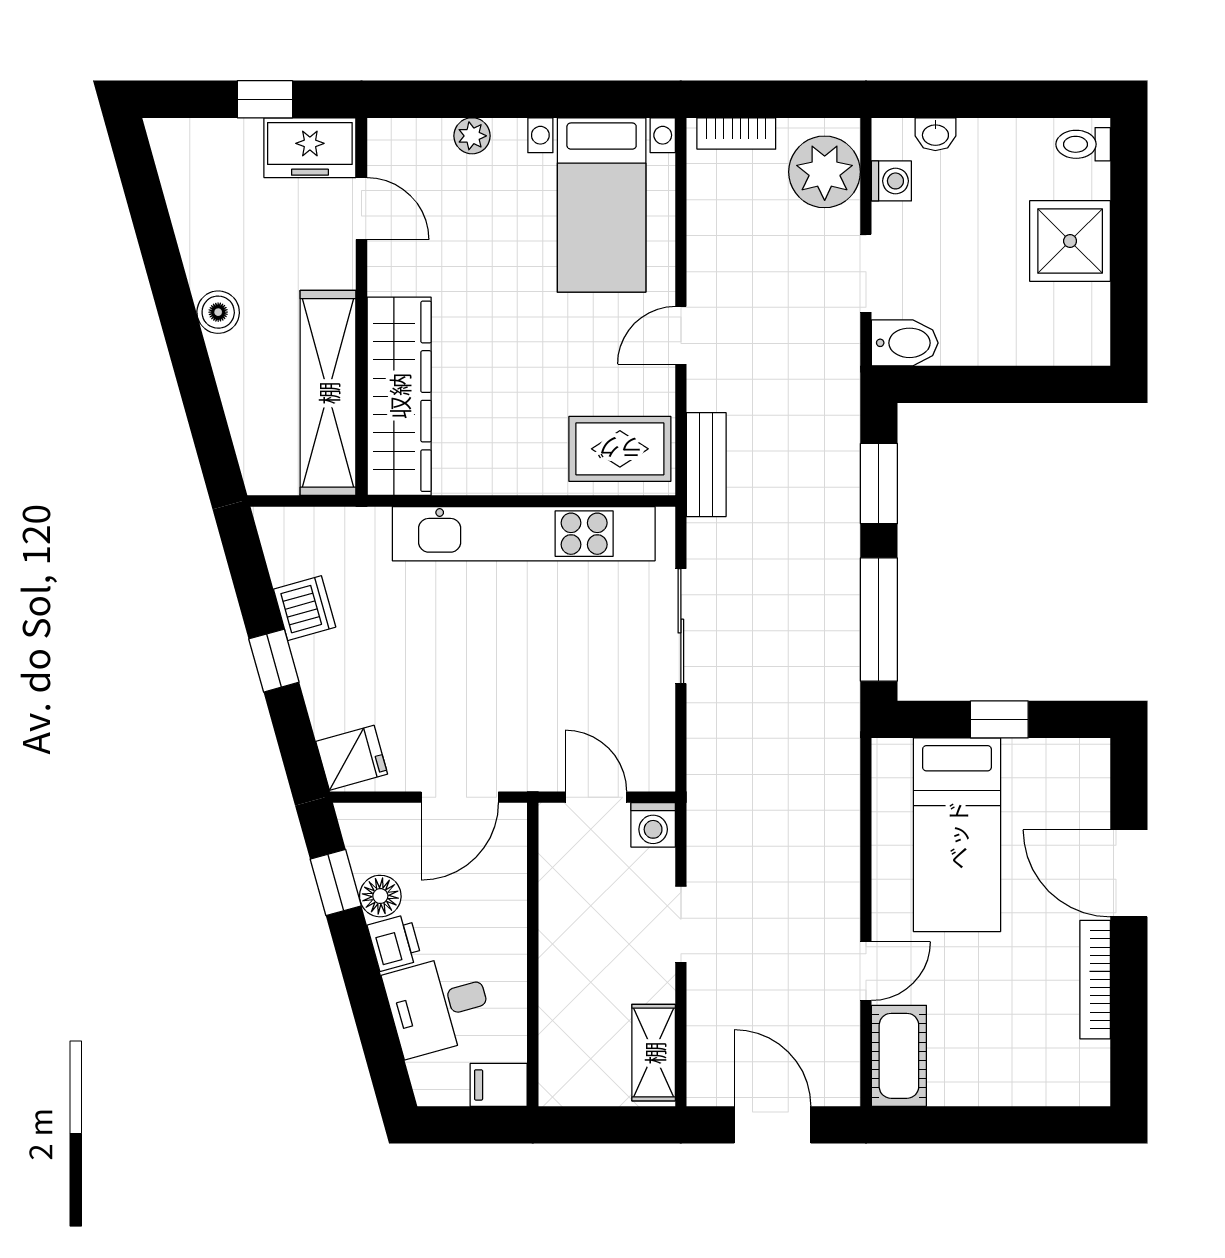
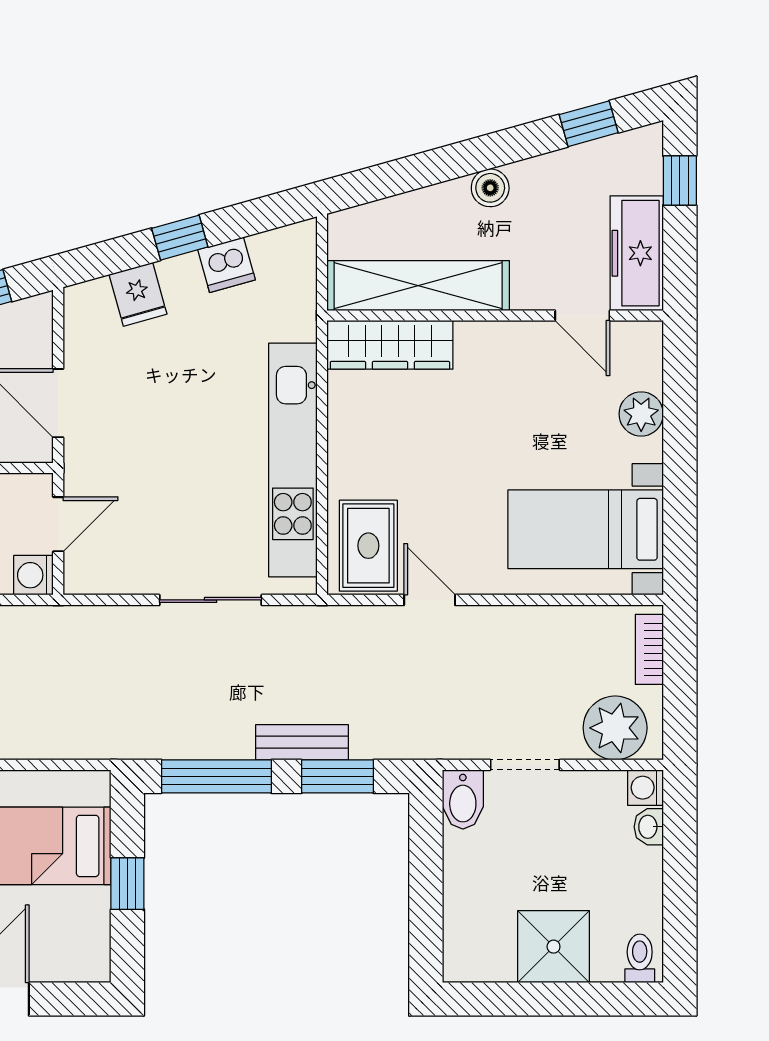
window: (265, 99) -> (680, 181), moved
plant: (472, 136) -> (641, 414), width x1.38, depth x1.38
freezer: (310, 148) -> (637, 253), width x1.40
washing machine: (891, 181) -> (645, 788), moved, turned 90
window: (146, 202) -> (589, 124), added
door: (361, 209) -> (582, 315), hinge flipped
door: (681, 335) -> (430, 600), moved
wardrobe: (399, 396) -> (390, 345), width x0.71, depth x0.85
bench: (706, 465) -> (302, 742), moved
fridge: (352, 758) -> (138, 294), moved

